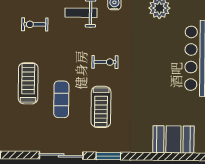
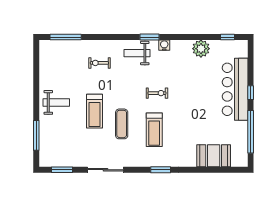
treadmill: (28, 83) -> (94, 111), turned 180
sliding door: (61, 155) -> (105, 170), moved

